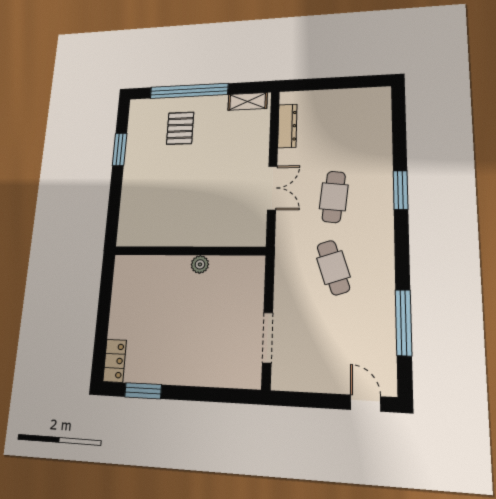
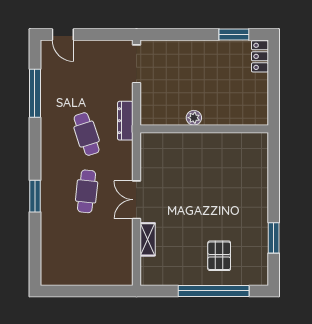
shelving: (248, 101) -> (148, 239), moved, turned 90
dresser: (287, 126) -> (125, 121), moved
wall: (189, 251) -> (204, 129), moved
plant: (200, 264) -> (194, 118), moved
doorway: (267, 338) -> (136, 64), moved

